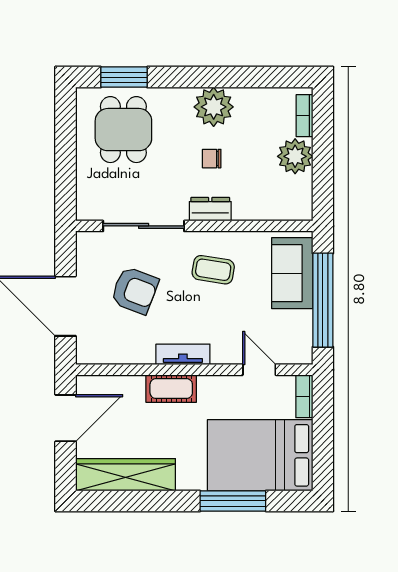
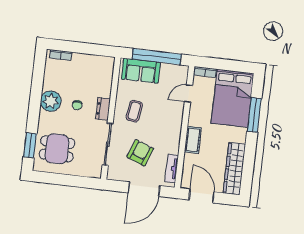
plant: (295, 156) -> (81, 62), removed
tv unit: (183, 354) -> (172, 168), moved

